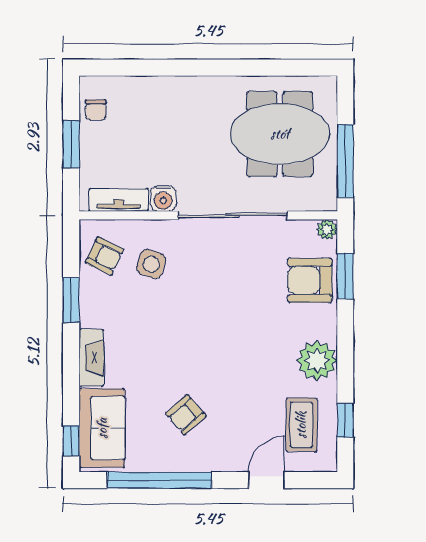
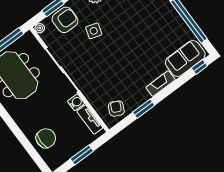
chair: (96, 110) -> (46, 138), moved, width x1.87, depth x1.87
side table: (151, 264) -> (94, 31), moved
armchair: (310, 280) -> (65, 20), turned -90
armchair: (186, 415) -> (155, 29), removed

